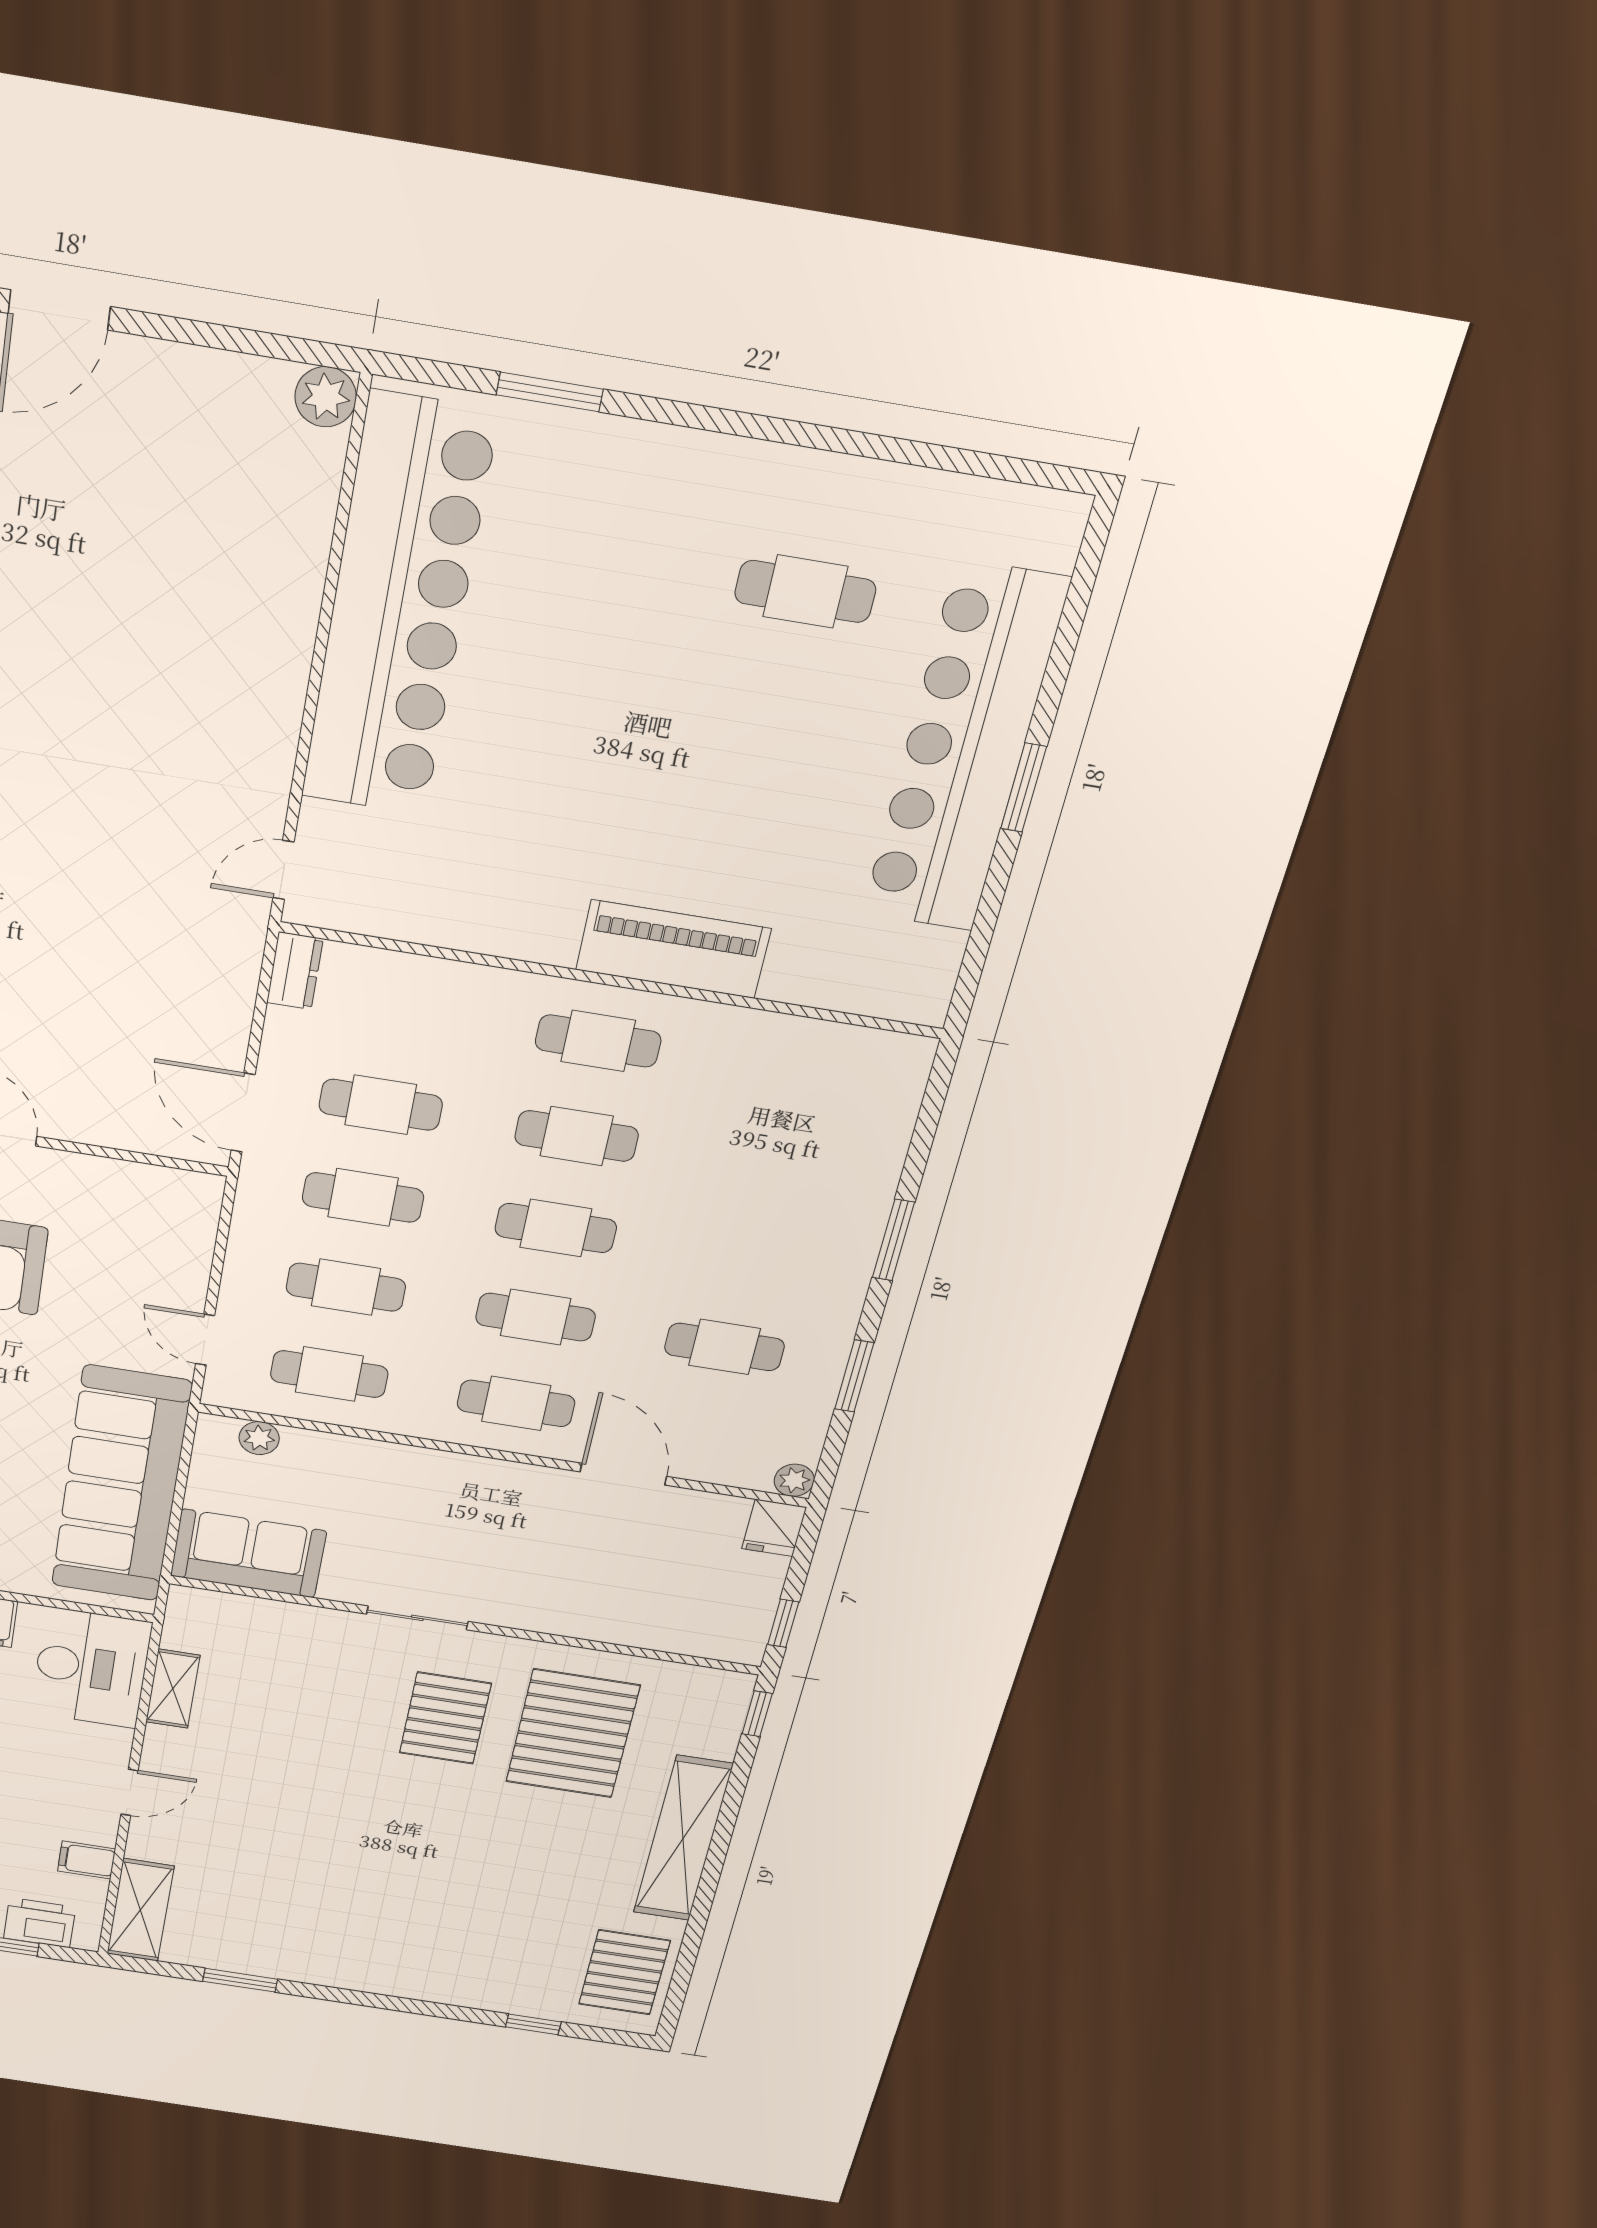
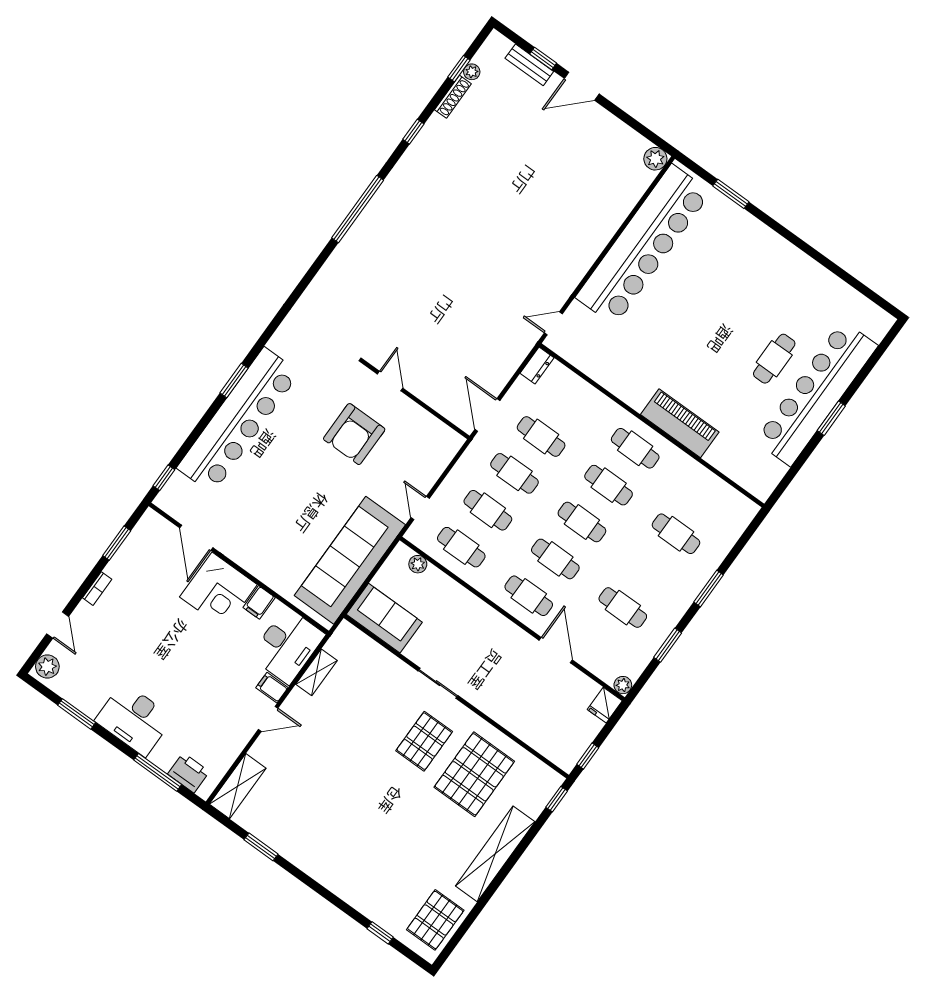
cafe table: (805, 591) -> (774, 359), moved, turned 90
cafe table: (772, 1167) -> (676, 534), added
filing cabinet: (86, 1860) -> (272, 688), moved

